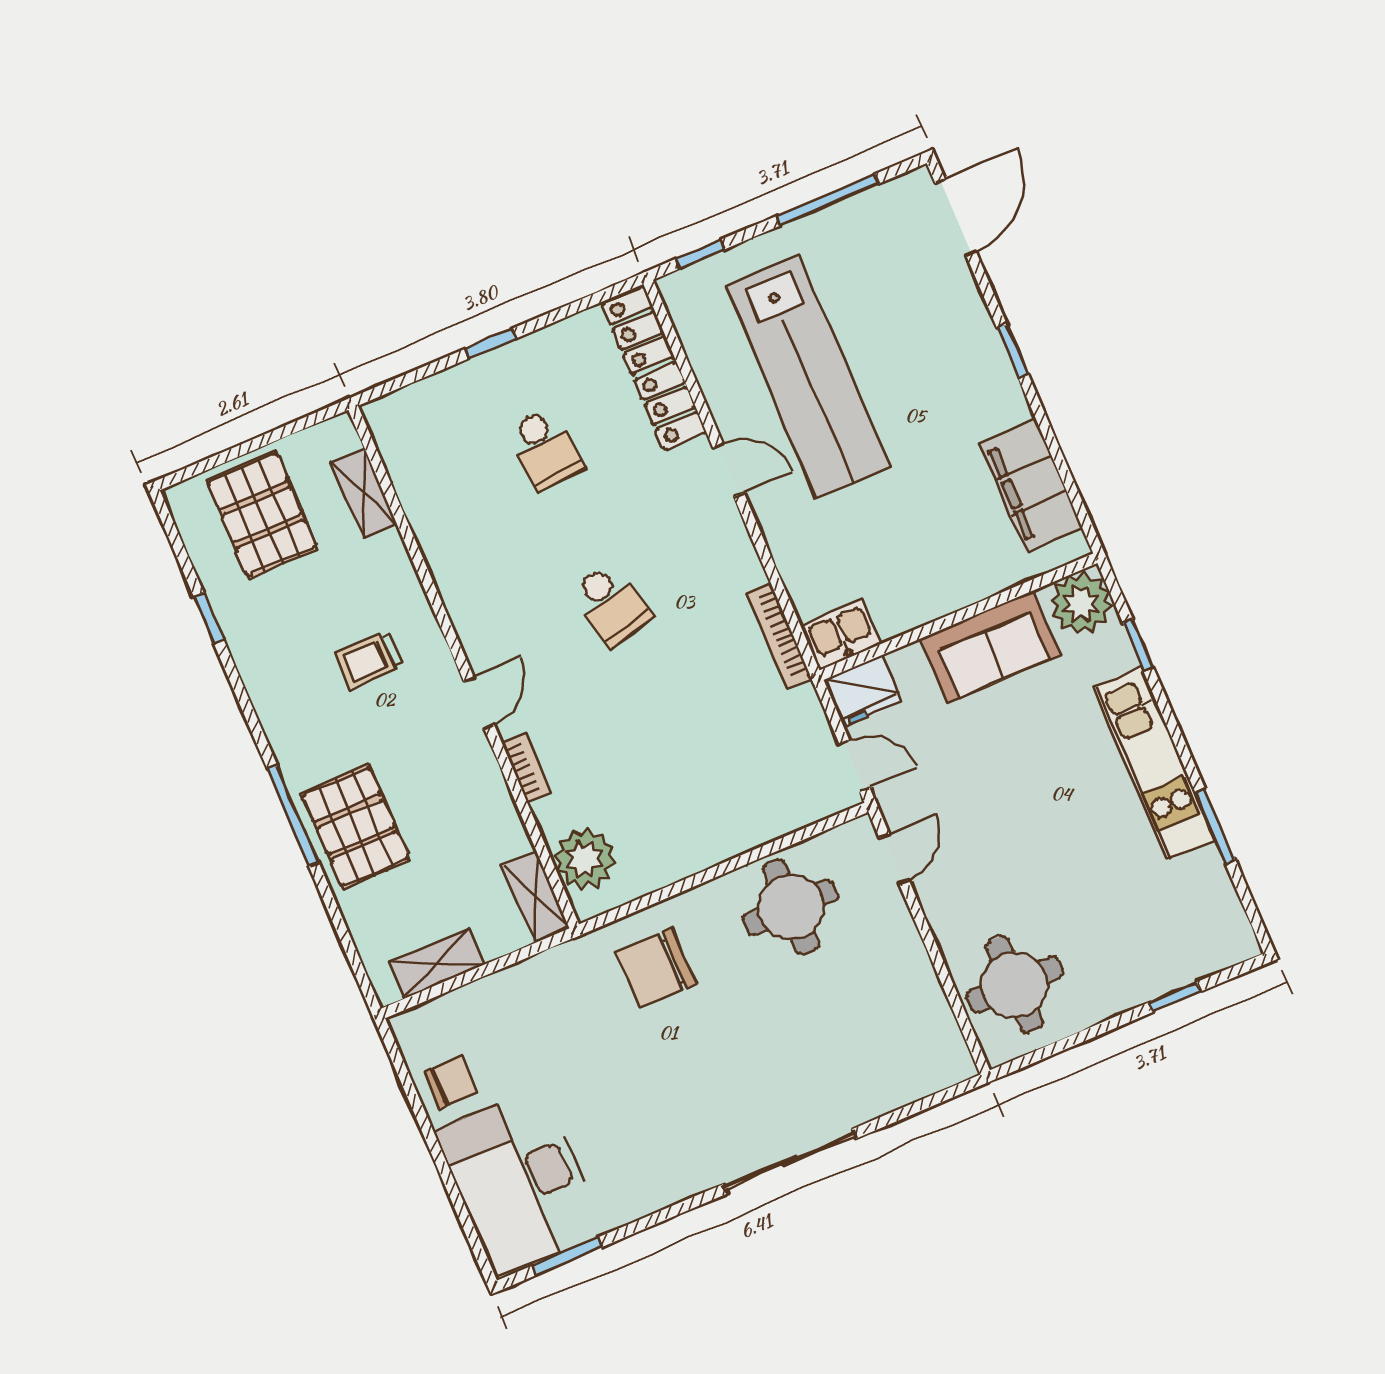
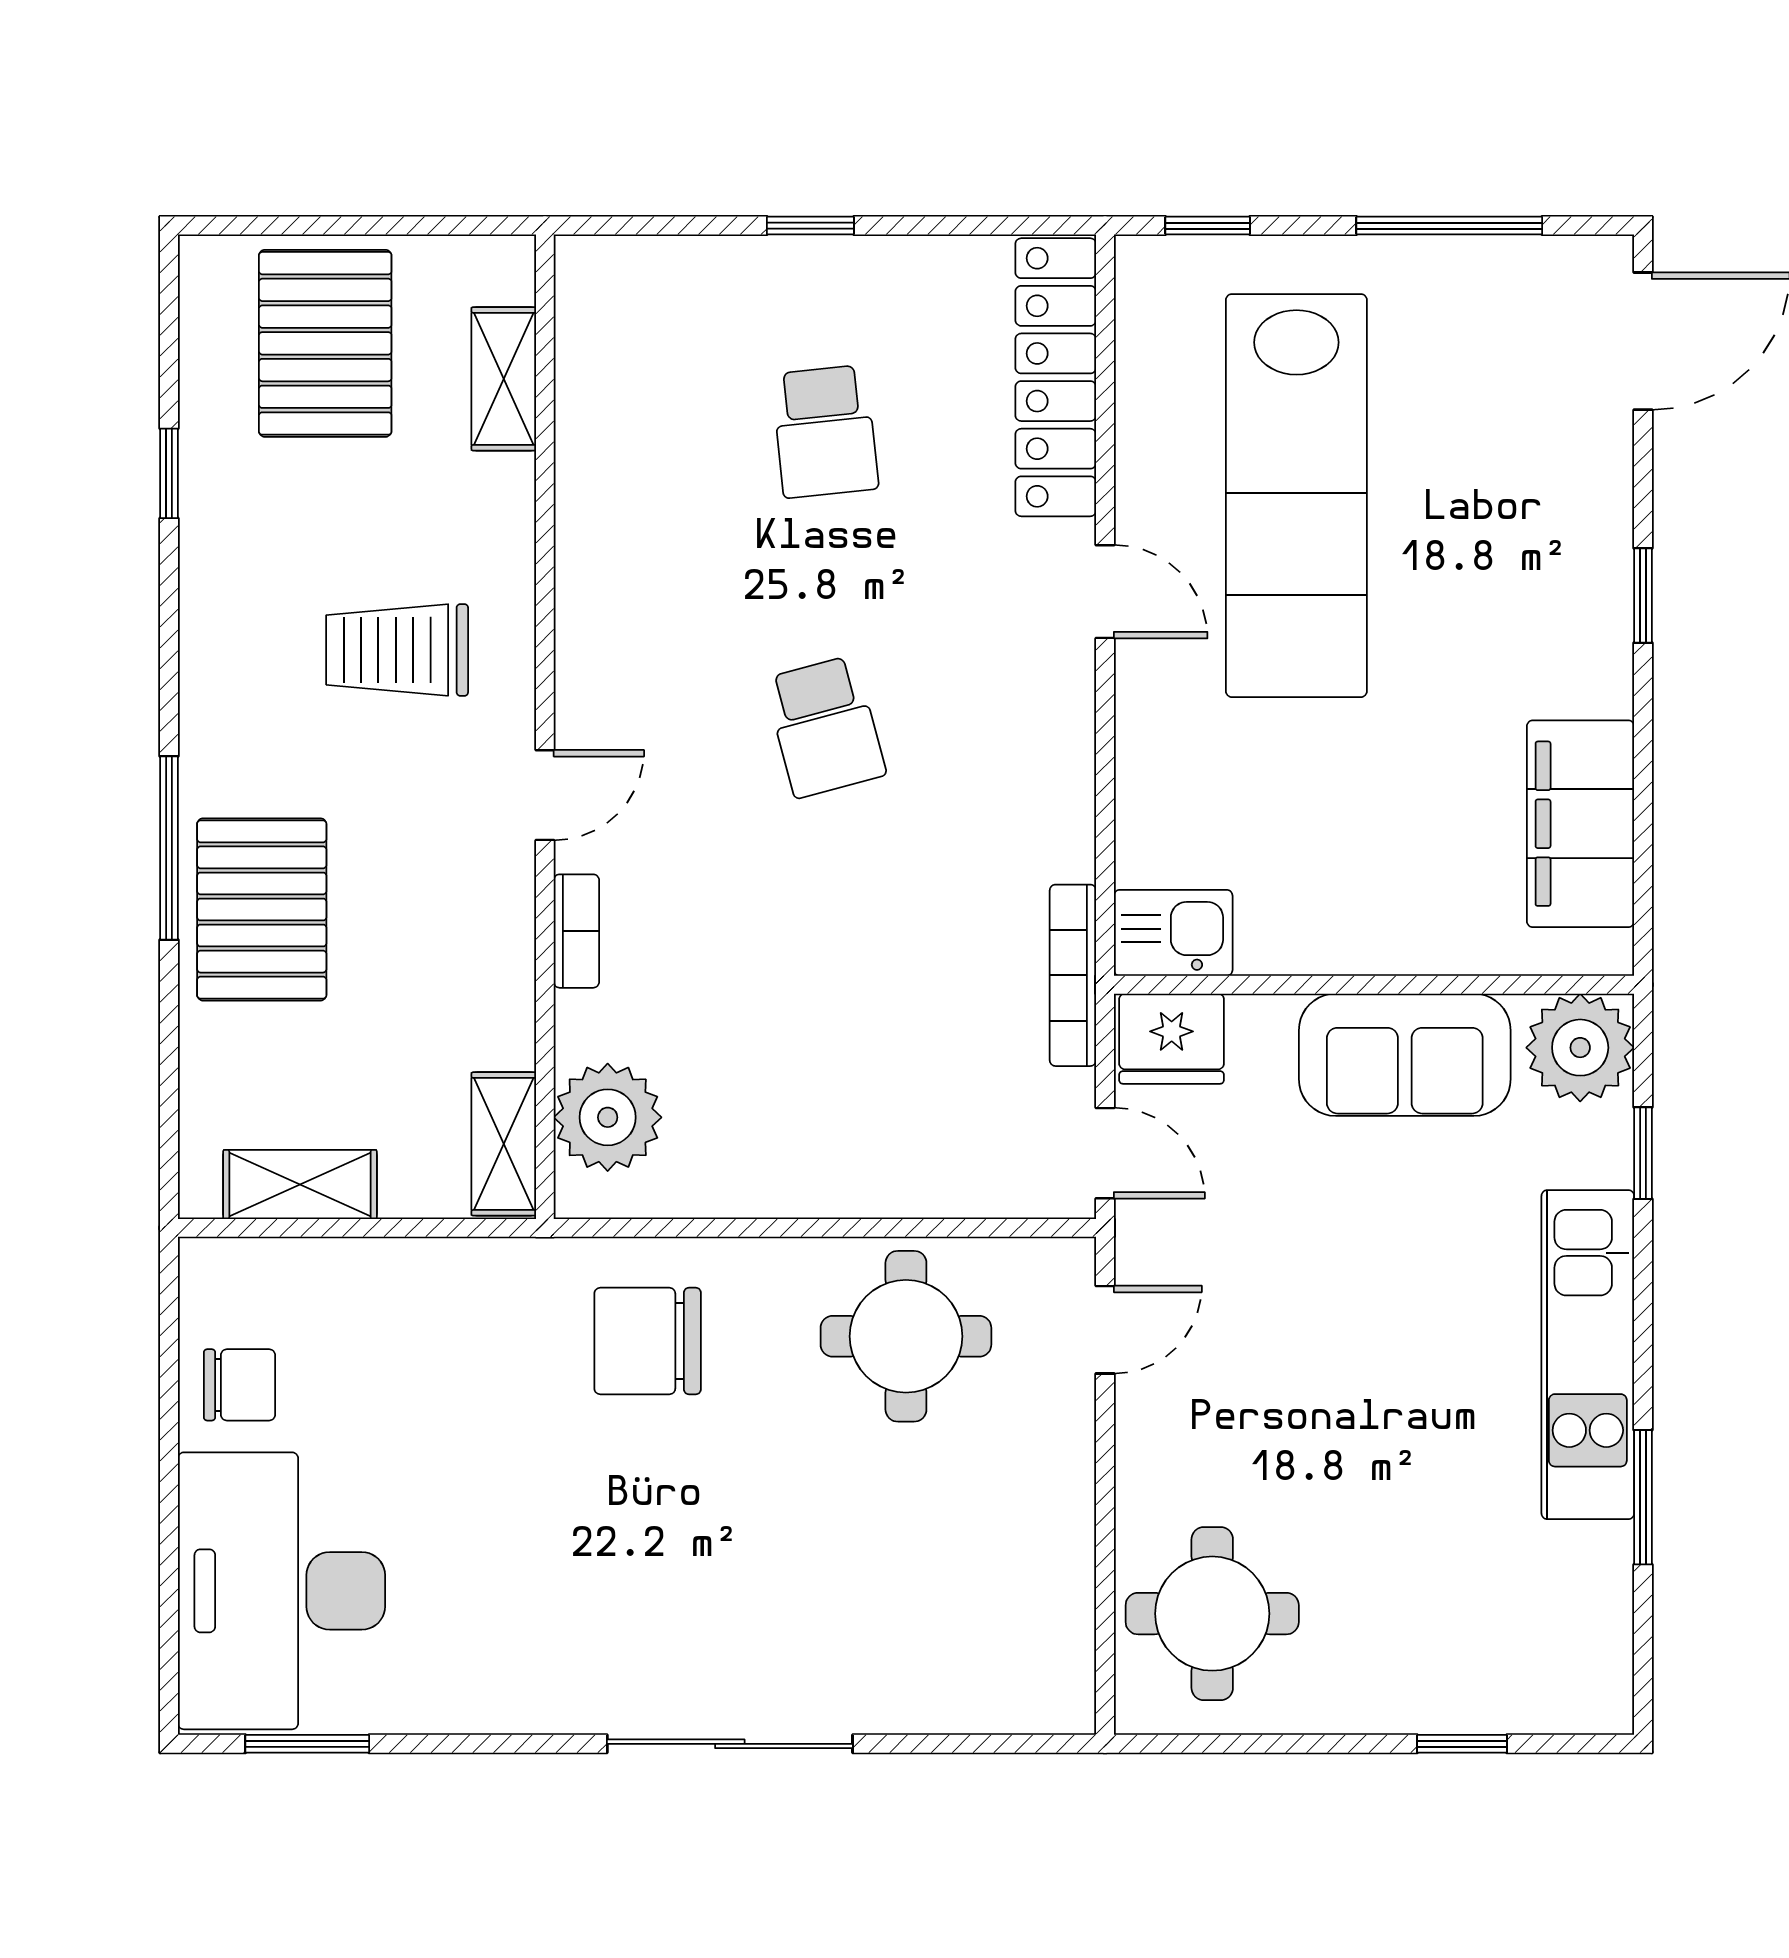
bookcase: (779, 635) -> (1073, 975), moved
trolley: (369, 660) -> (397, 650), width x1.36, depth x1.39

